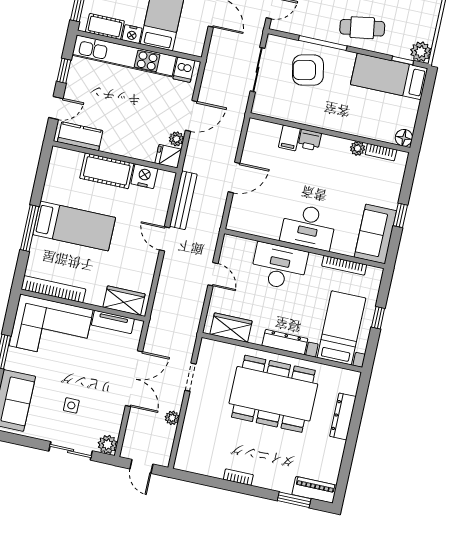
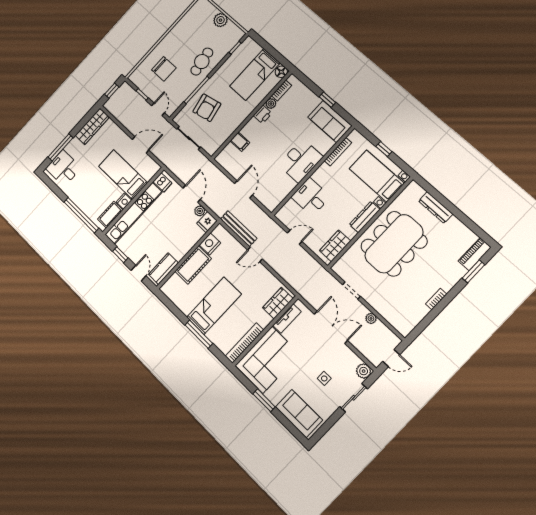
plant: (421, 52) -> (220, 20), moved
bed: (389, 76) -> (255, 75), moved
printer: (310, 140) -> (263, 114), moved
desk: (279, 266) -> (311, 197), width x0.73

